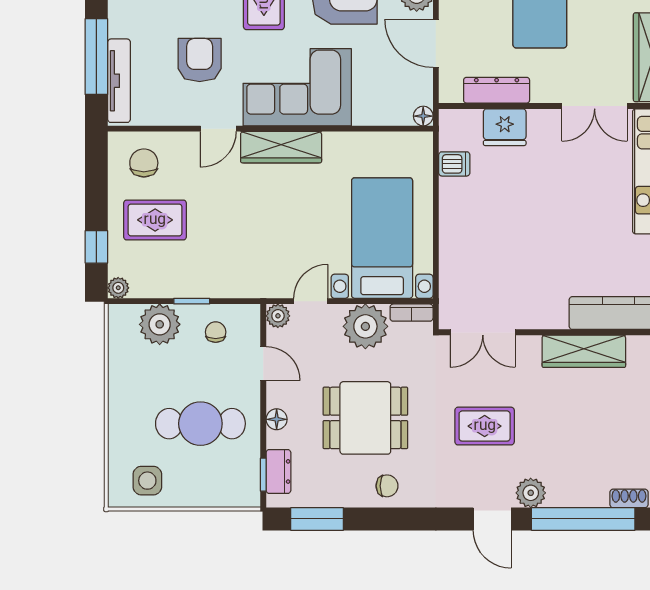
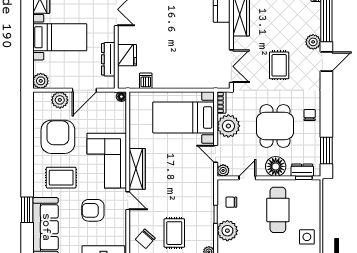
chair: (144, 163) -> (145, 239), turned -48
floor lamp: (277, 419) -> (276, 166), width x1.89, depth x1.89

